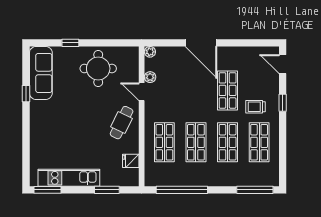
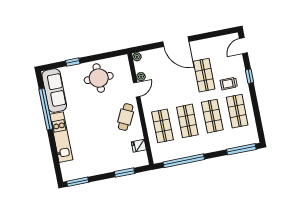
door: (283, 64) -> (243, 46), hinge flipped
door: (142, 92) -> (137, 90), swing flipped
window: (26, 94) -> (46, 109), width x3.17
kitchen unit: (69, 178) -> (61, 137), moved, turned 90

